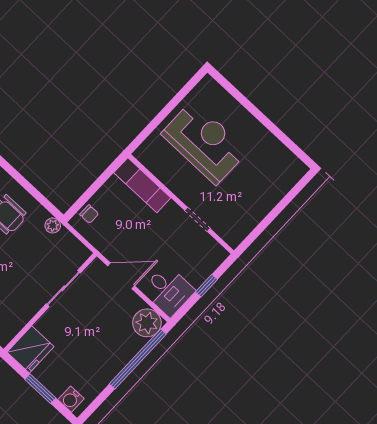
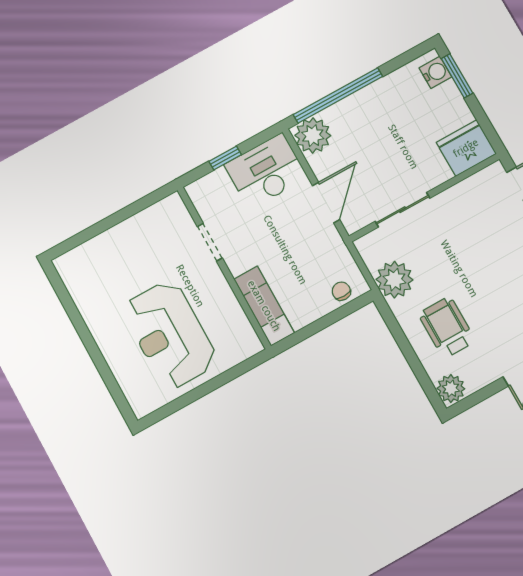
plant: (53, 225) -> (394, 280), width x1.87, depth x1.87
door: (121, 276) -> (326, 203), swing flipped
desk: (168, 291) -> (266, 171), width x1.37
window: (40, 389) -> (457, 76), moved

